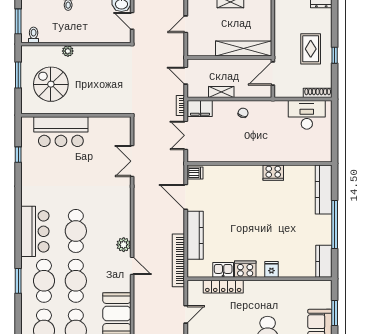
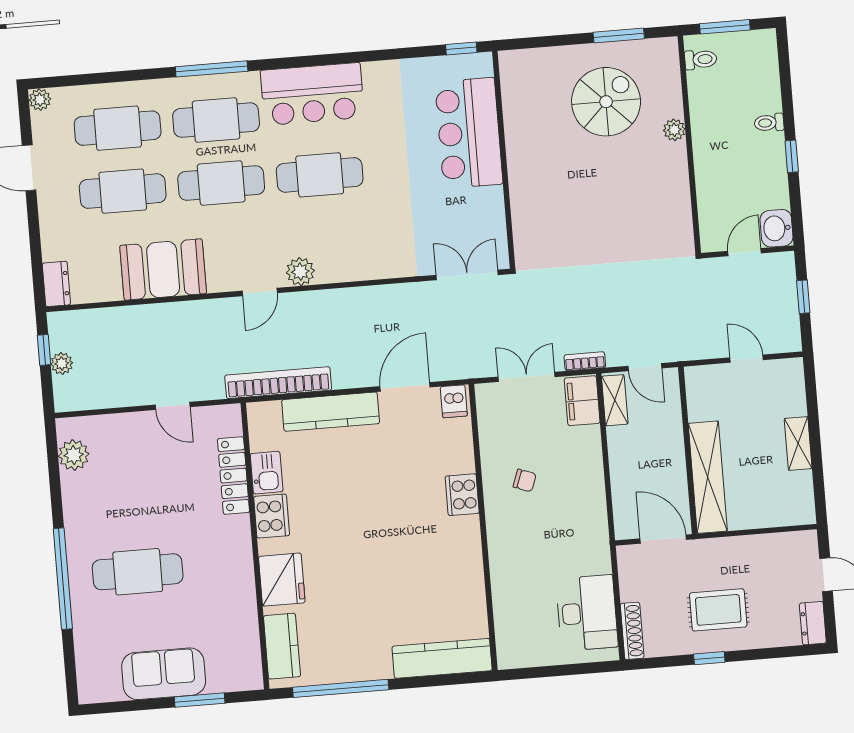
door: (186, 76) -> (645, 367), swing flipped
shelving: (221, 92) -> (615, 400), moved
chair: (243, 113) -> (525, 480), moved
wall: (76, 115) -> (504, 160), moved
bar counter: (61, 132) -> (469, 133), moved
cooker: (273, 173) -> (462, 495), moved
window: (335, 225) -> (341, 688), moved
kitchen counter: (324, 261) -> (282, 646), moved, turned 90
fridge: (271, 269) -> (282, 580), width x1.88, depth x1.34
window: (18, 281) -> (212, 69), width x1.44

